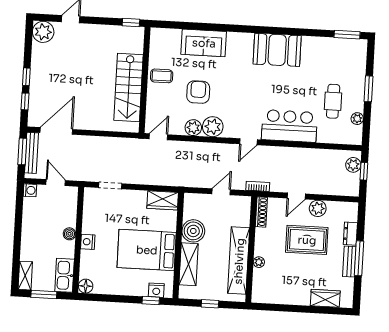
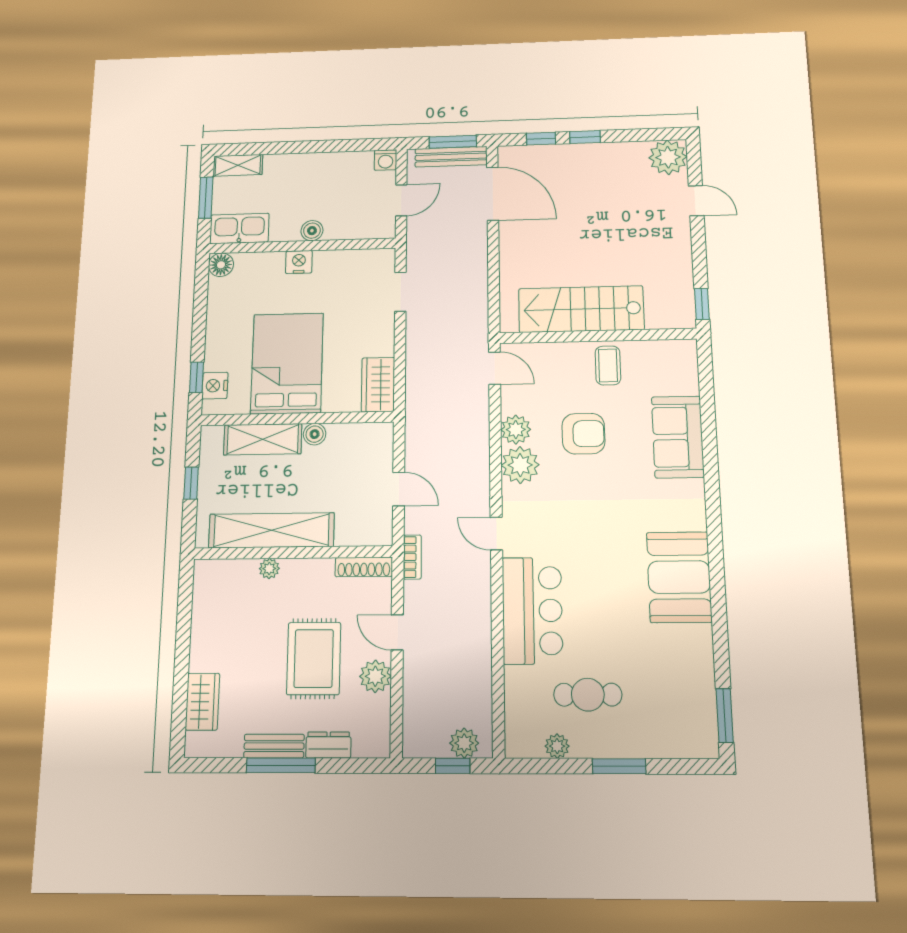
boiler: (193, 231) -> (315, 434), width x0.54, depth x0.54

